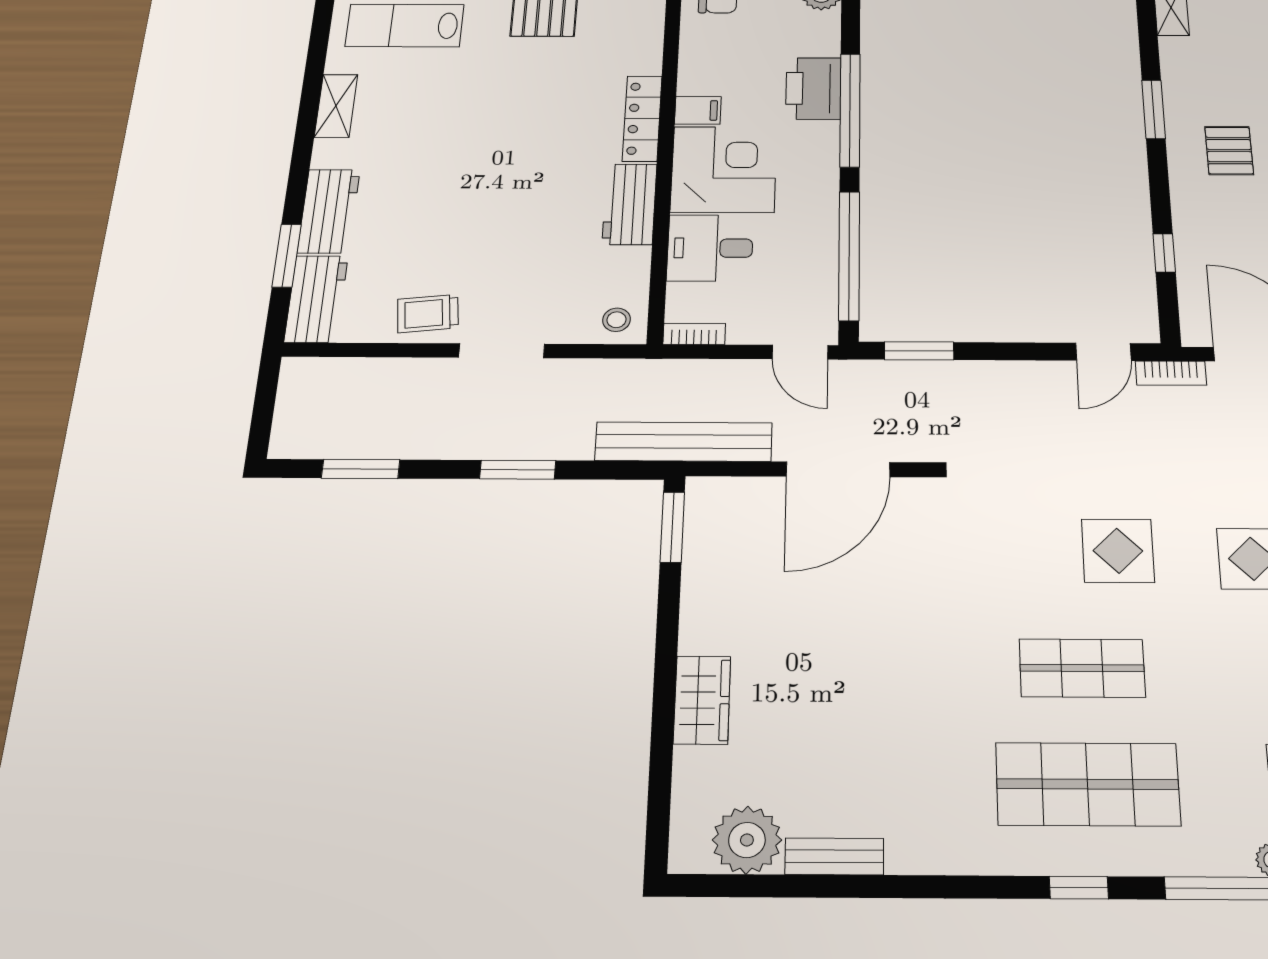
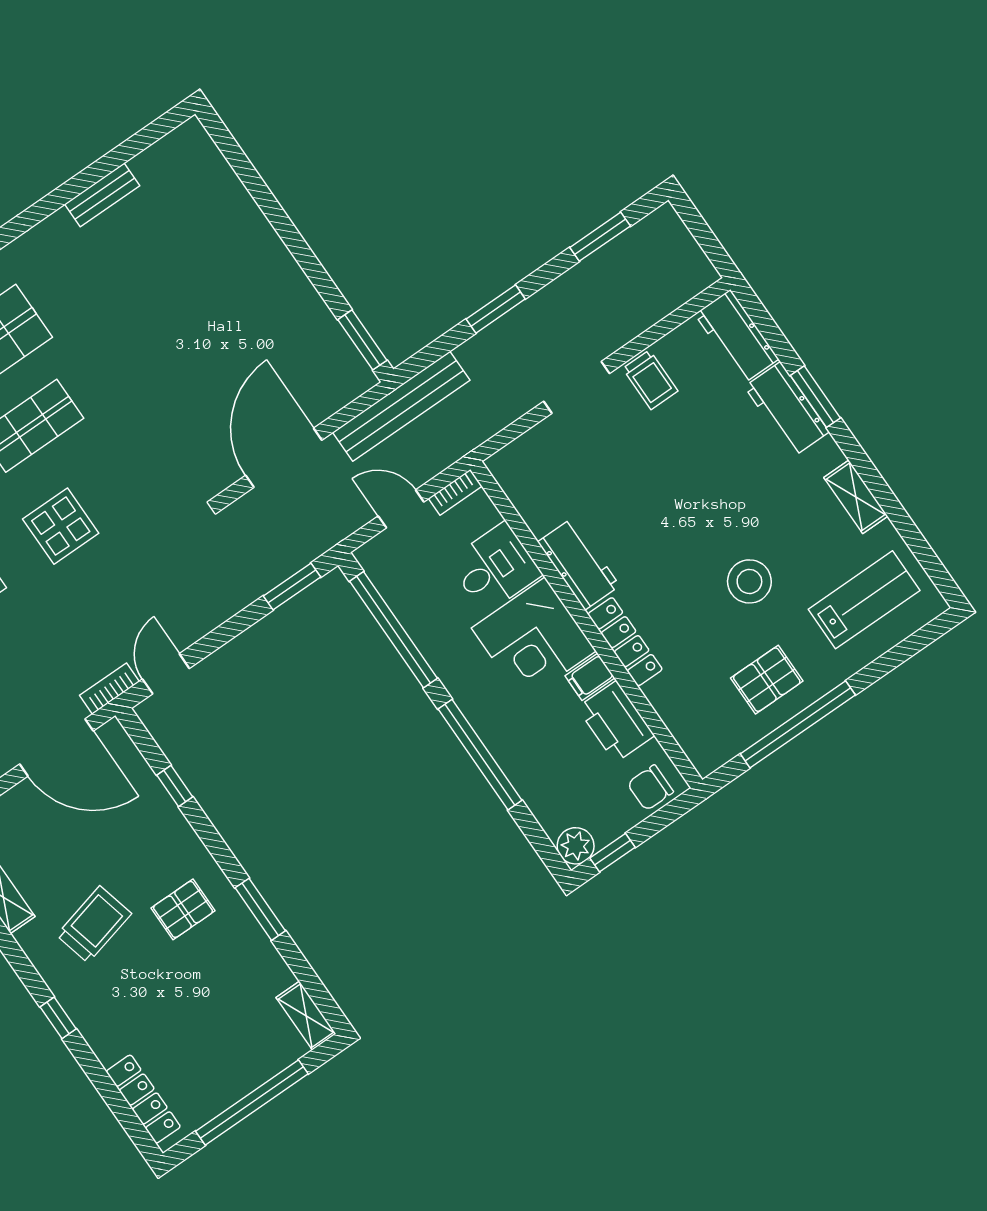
printer: (813, 88) -> (616, 722), moved, turned 180
pallet: (1229, 151) -> (183, 909), turned 90
window: (287, 256) -> (815, 397), moved
trolley: (428, 313) -> (650, 380), turned 96
stool: (616, 320) -> (749, 581), moved, width x1.89, depth x1.89
door: (800, 352) -> (401, 509), moved
wardrobe: (702, 700) -> (255, 237), removed
plant: (747, 840) -> (162, 168), removed

